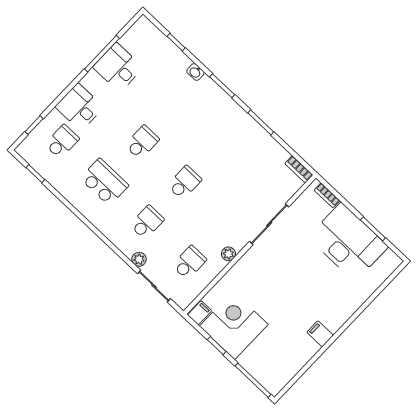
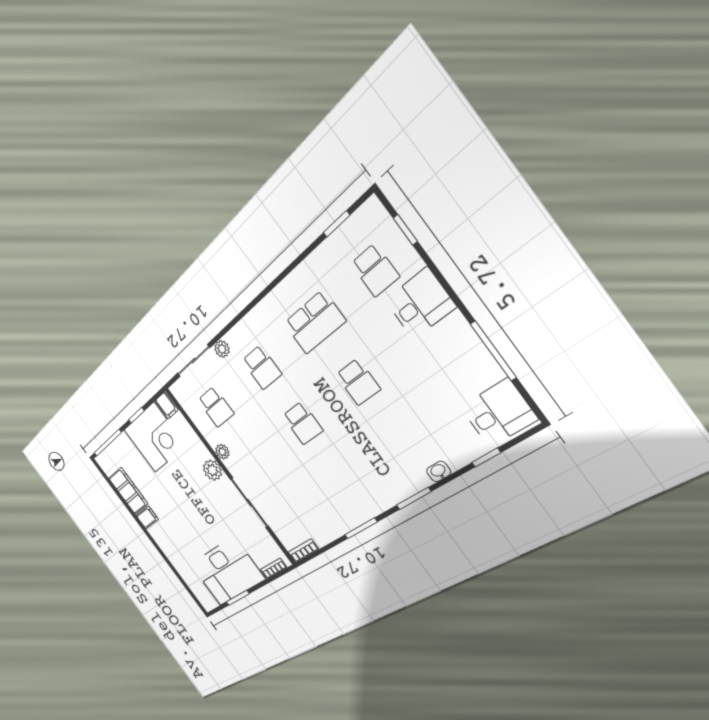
desk: (118, 67) -> (499, 413), moved
plant: (249, 263) -> (212, 470), added
filing cabinet: (298, 356) -> (128, 491), added

